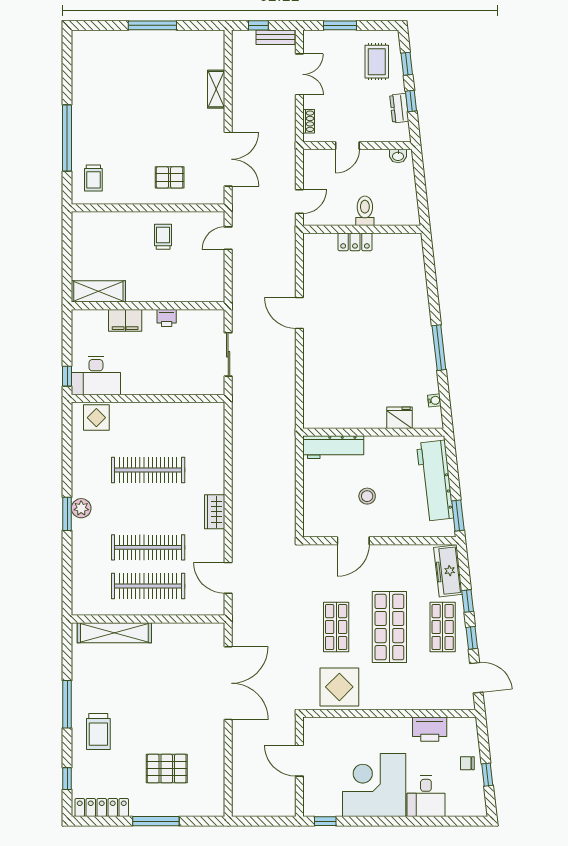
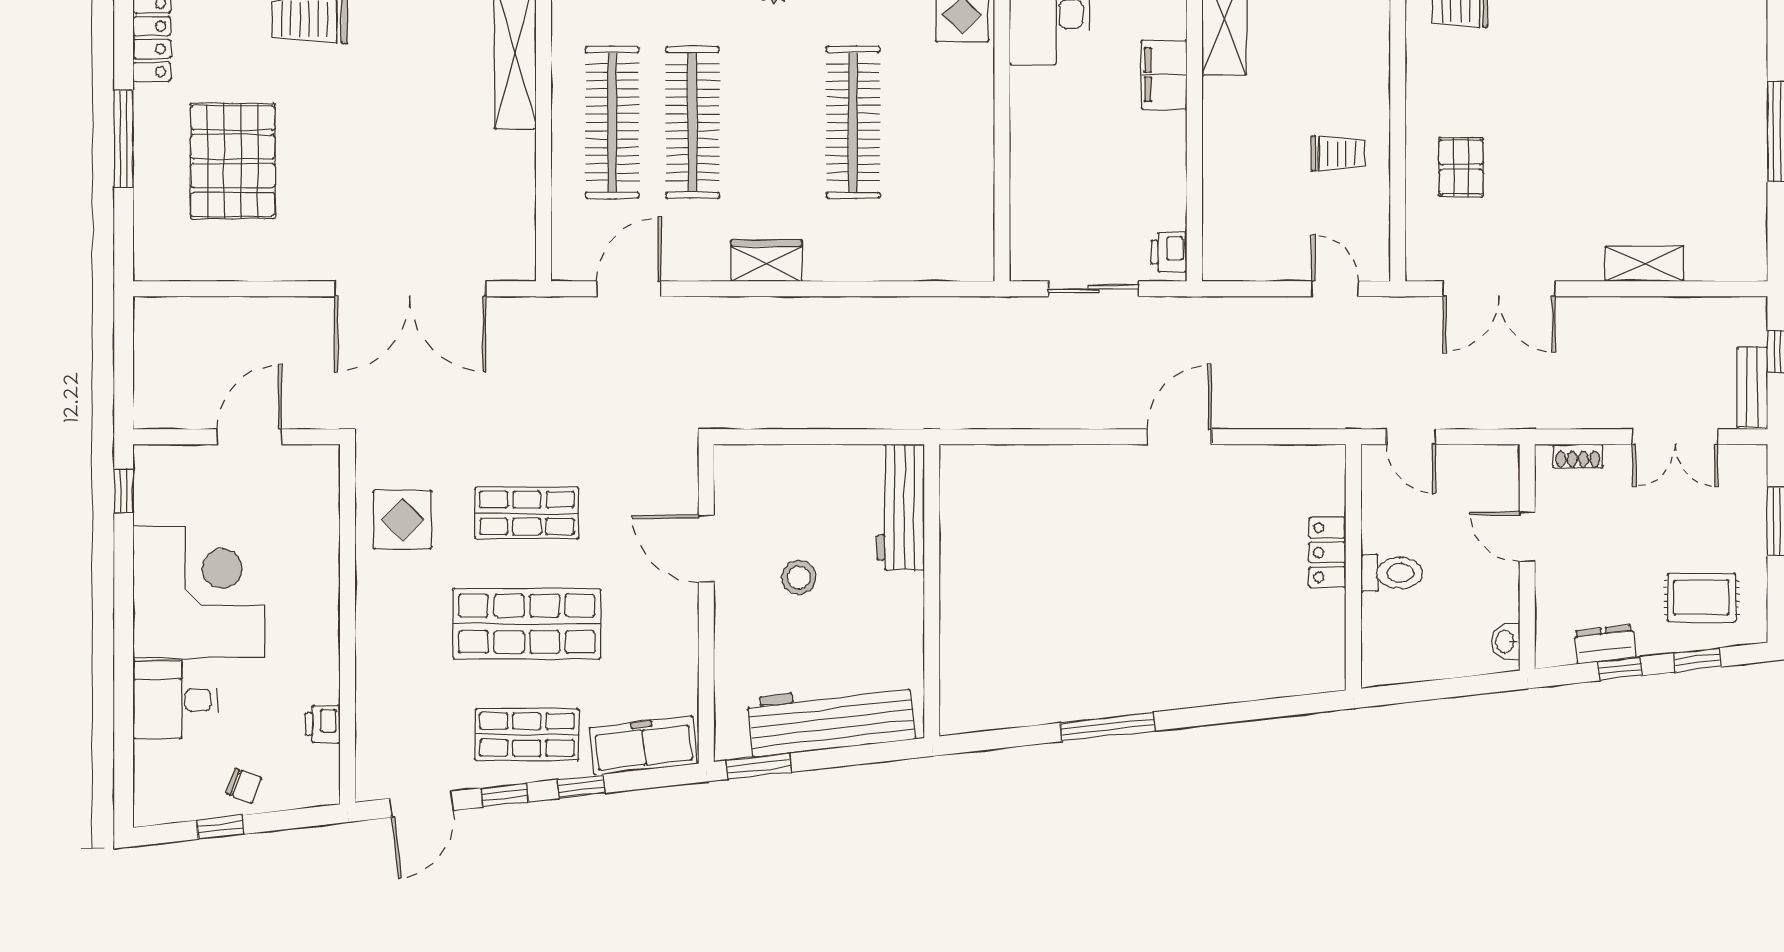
printer: (167, 318) -> (1169, 252), moved
water cooler: (434, 400) -> (998, 717), removed
fridge: (400, 418) -> (962, 645), removed
display table: (339, 687) -> (402, 520), width x0.73, depth x0.73
printer: (430, 729) -> (323, 724), width x0.53, depth x0.68
chair: (467, 763) -> (244, 786), turned 110
pallet: (167, 769) -> (233, 161), width x1.37, depth x1.41

